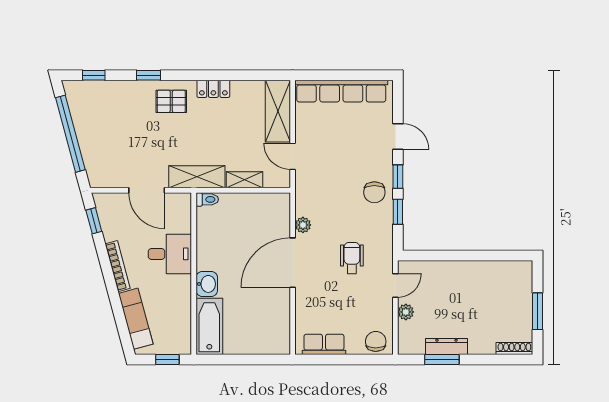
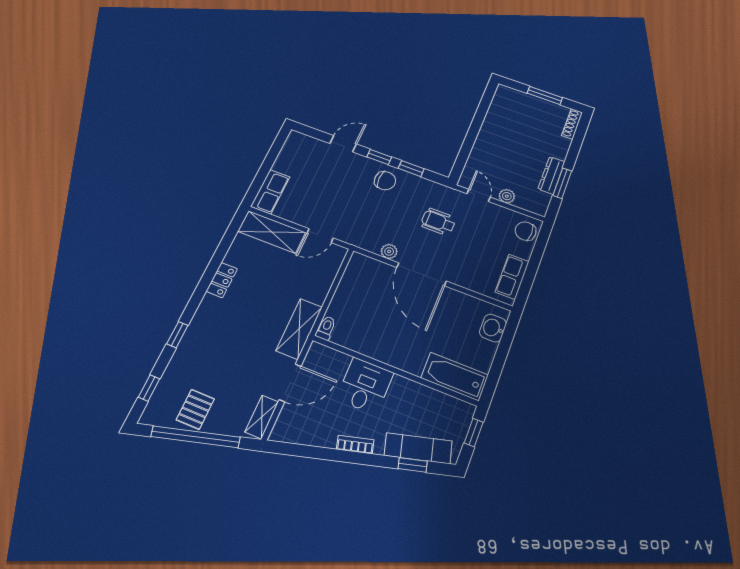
row of seats: (341, 91) -> (270, 192), width x0.50
pallet: (171, 101) -> (195, 409), moved
shelving: (244, 180) -> (262, 417), moved
window: (94, 221) -> (413, 465), moved
bookcase: (118, 266) -> (355, 445), width x0.64
washbasin: (207, 284) -> (493, 328), moved, turned -90

